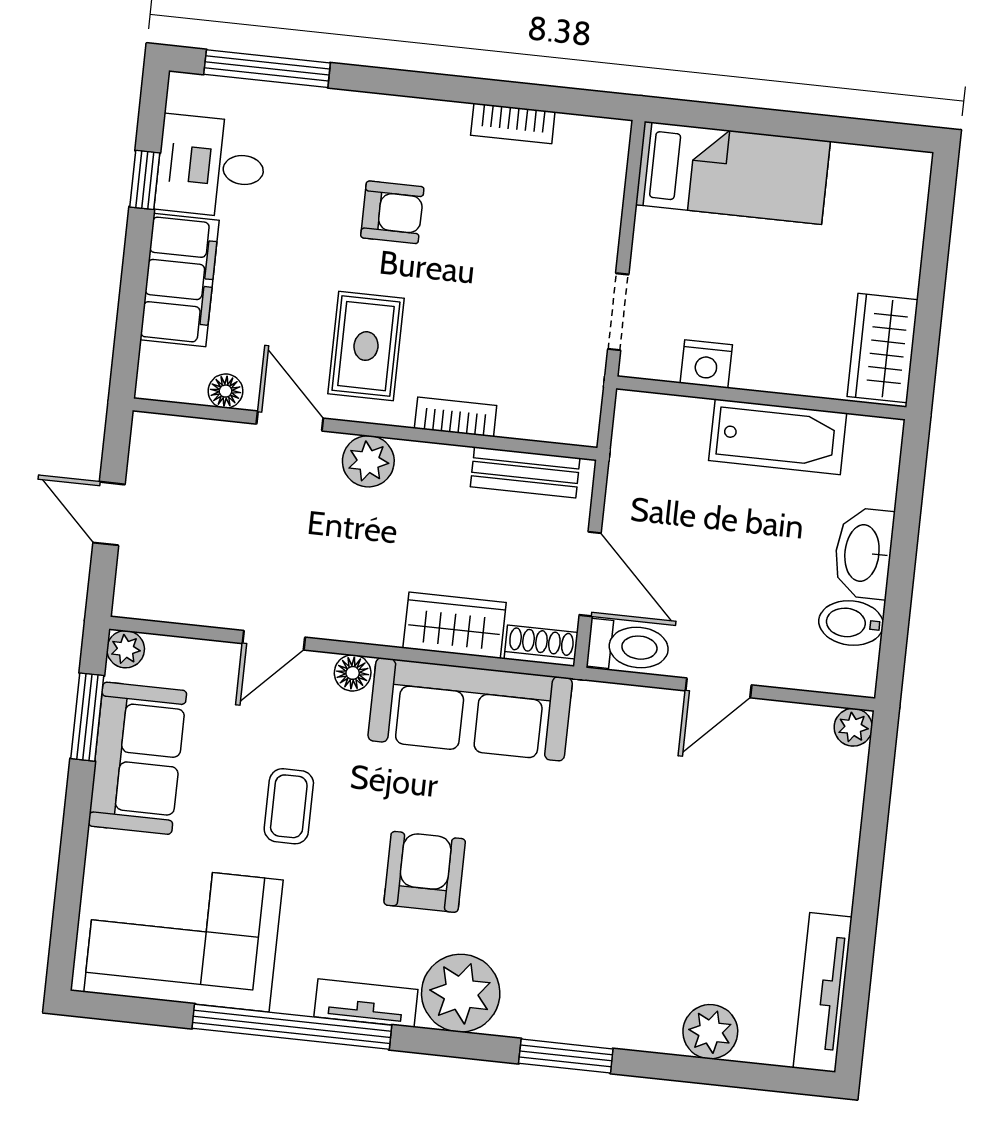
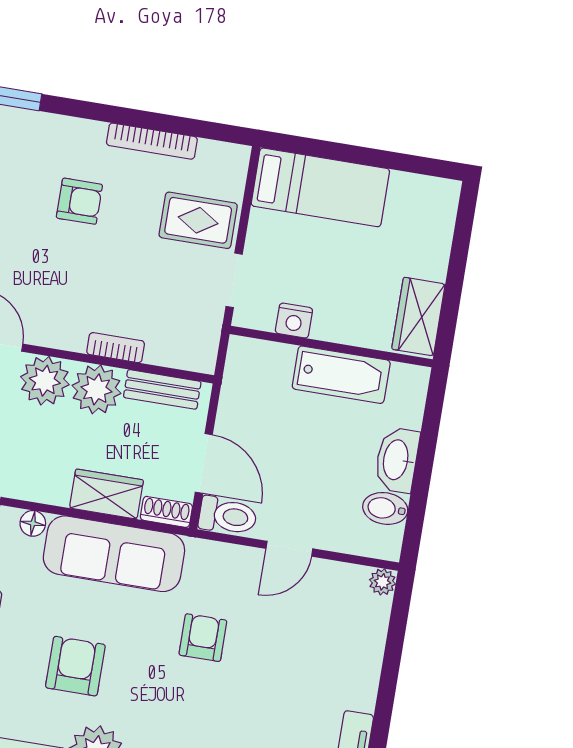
bookcase: (513, 123) -> (152, 141), width x1.56
rug: (366, 346) -> (198, 220), moved, turned 90
plant: (368, 461) -> (45, 381), width x1.36, depth x1.36
plant: (432, 478) -> (97, 389), added
armchair: (603, 821) -> (203, 638), added

